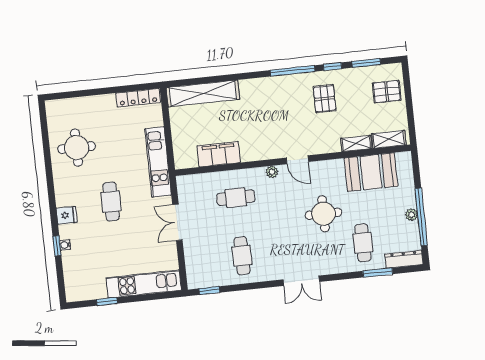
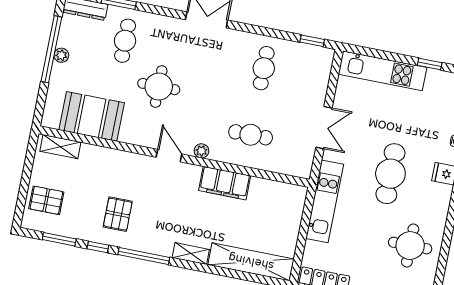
shelving: (356, 143) -> (191, 254), moved
filing cabinet: (219, 154) -> (225, 183), moved
cafe table: (111, 202) -> (390, 174), width x1.37, depth x1.35

